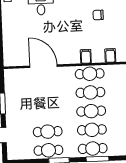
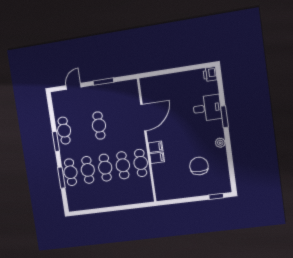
chair: (98, 15) -> (199, 166), width x1.87, depth x1.87
filing cabinet: (110, 55) -> (156, 147), moved
cafe table: (48, 132) -> (99, 126), moved

